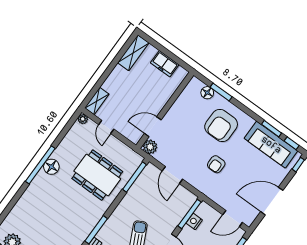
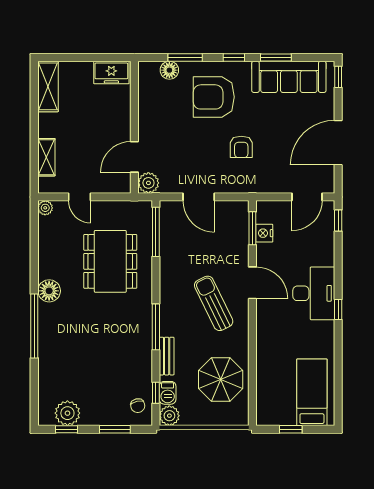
freezer: (165, 64) -> (111, 73), moved
shelving: (97, 101) -> (46, 157), moved
armchair: (221, 126) -> (214, 97), turned 90
window: (292, 143) -> (234, 58), moved
window: (40, 165) -> (34, 326), moved
dining table: (97, 175) -> (110, 261), turned 90
window: (190, 214) -> (252, 228), width x0.69

